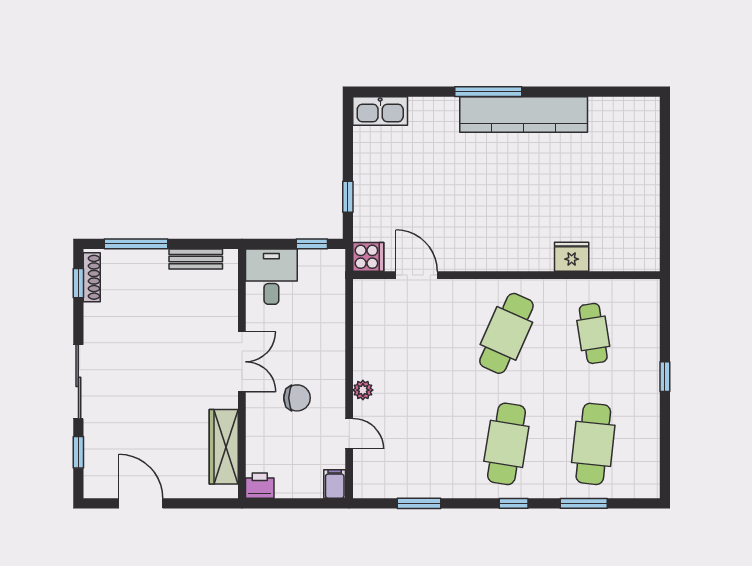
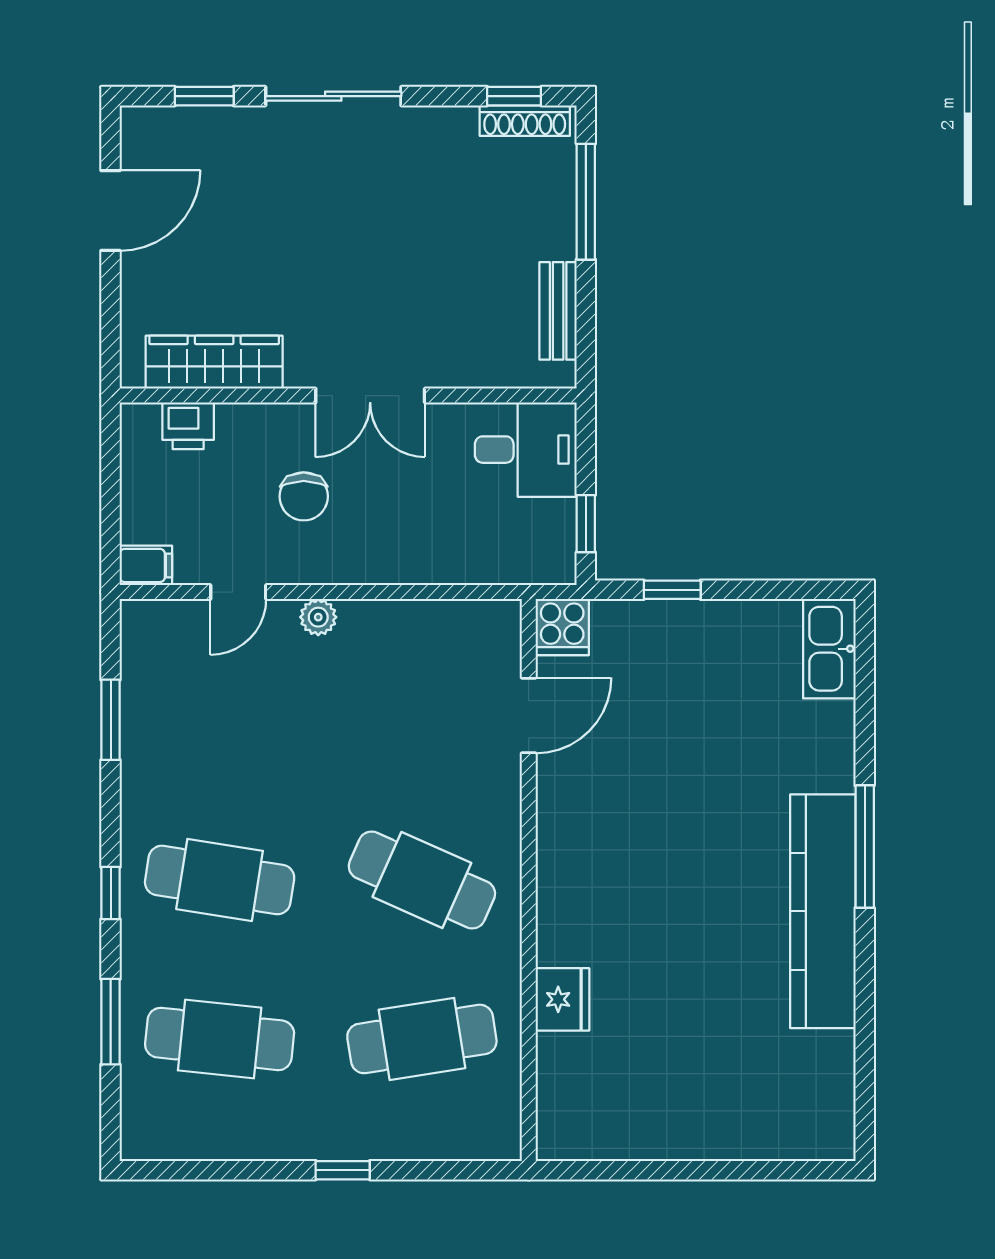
cafe table: (593, 333) -> (422, 1039), width x1.37, depth x1.35
printer: (260, 486) -> (188, 426), moved, turned 90

